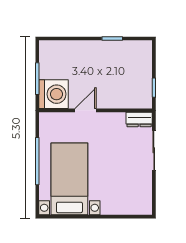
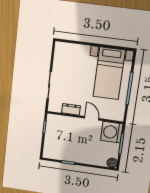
boiler: (47, 48) -> (112, 163), added
door: (86, 110) -> (92, 118), swing flipped
dresser: (139, 119) -> (71, 109), moved

